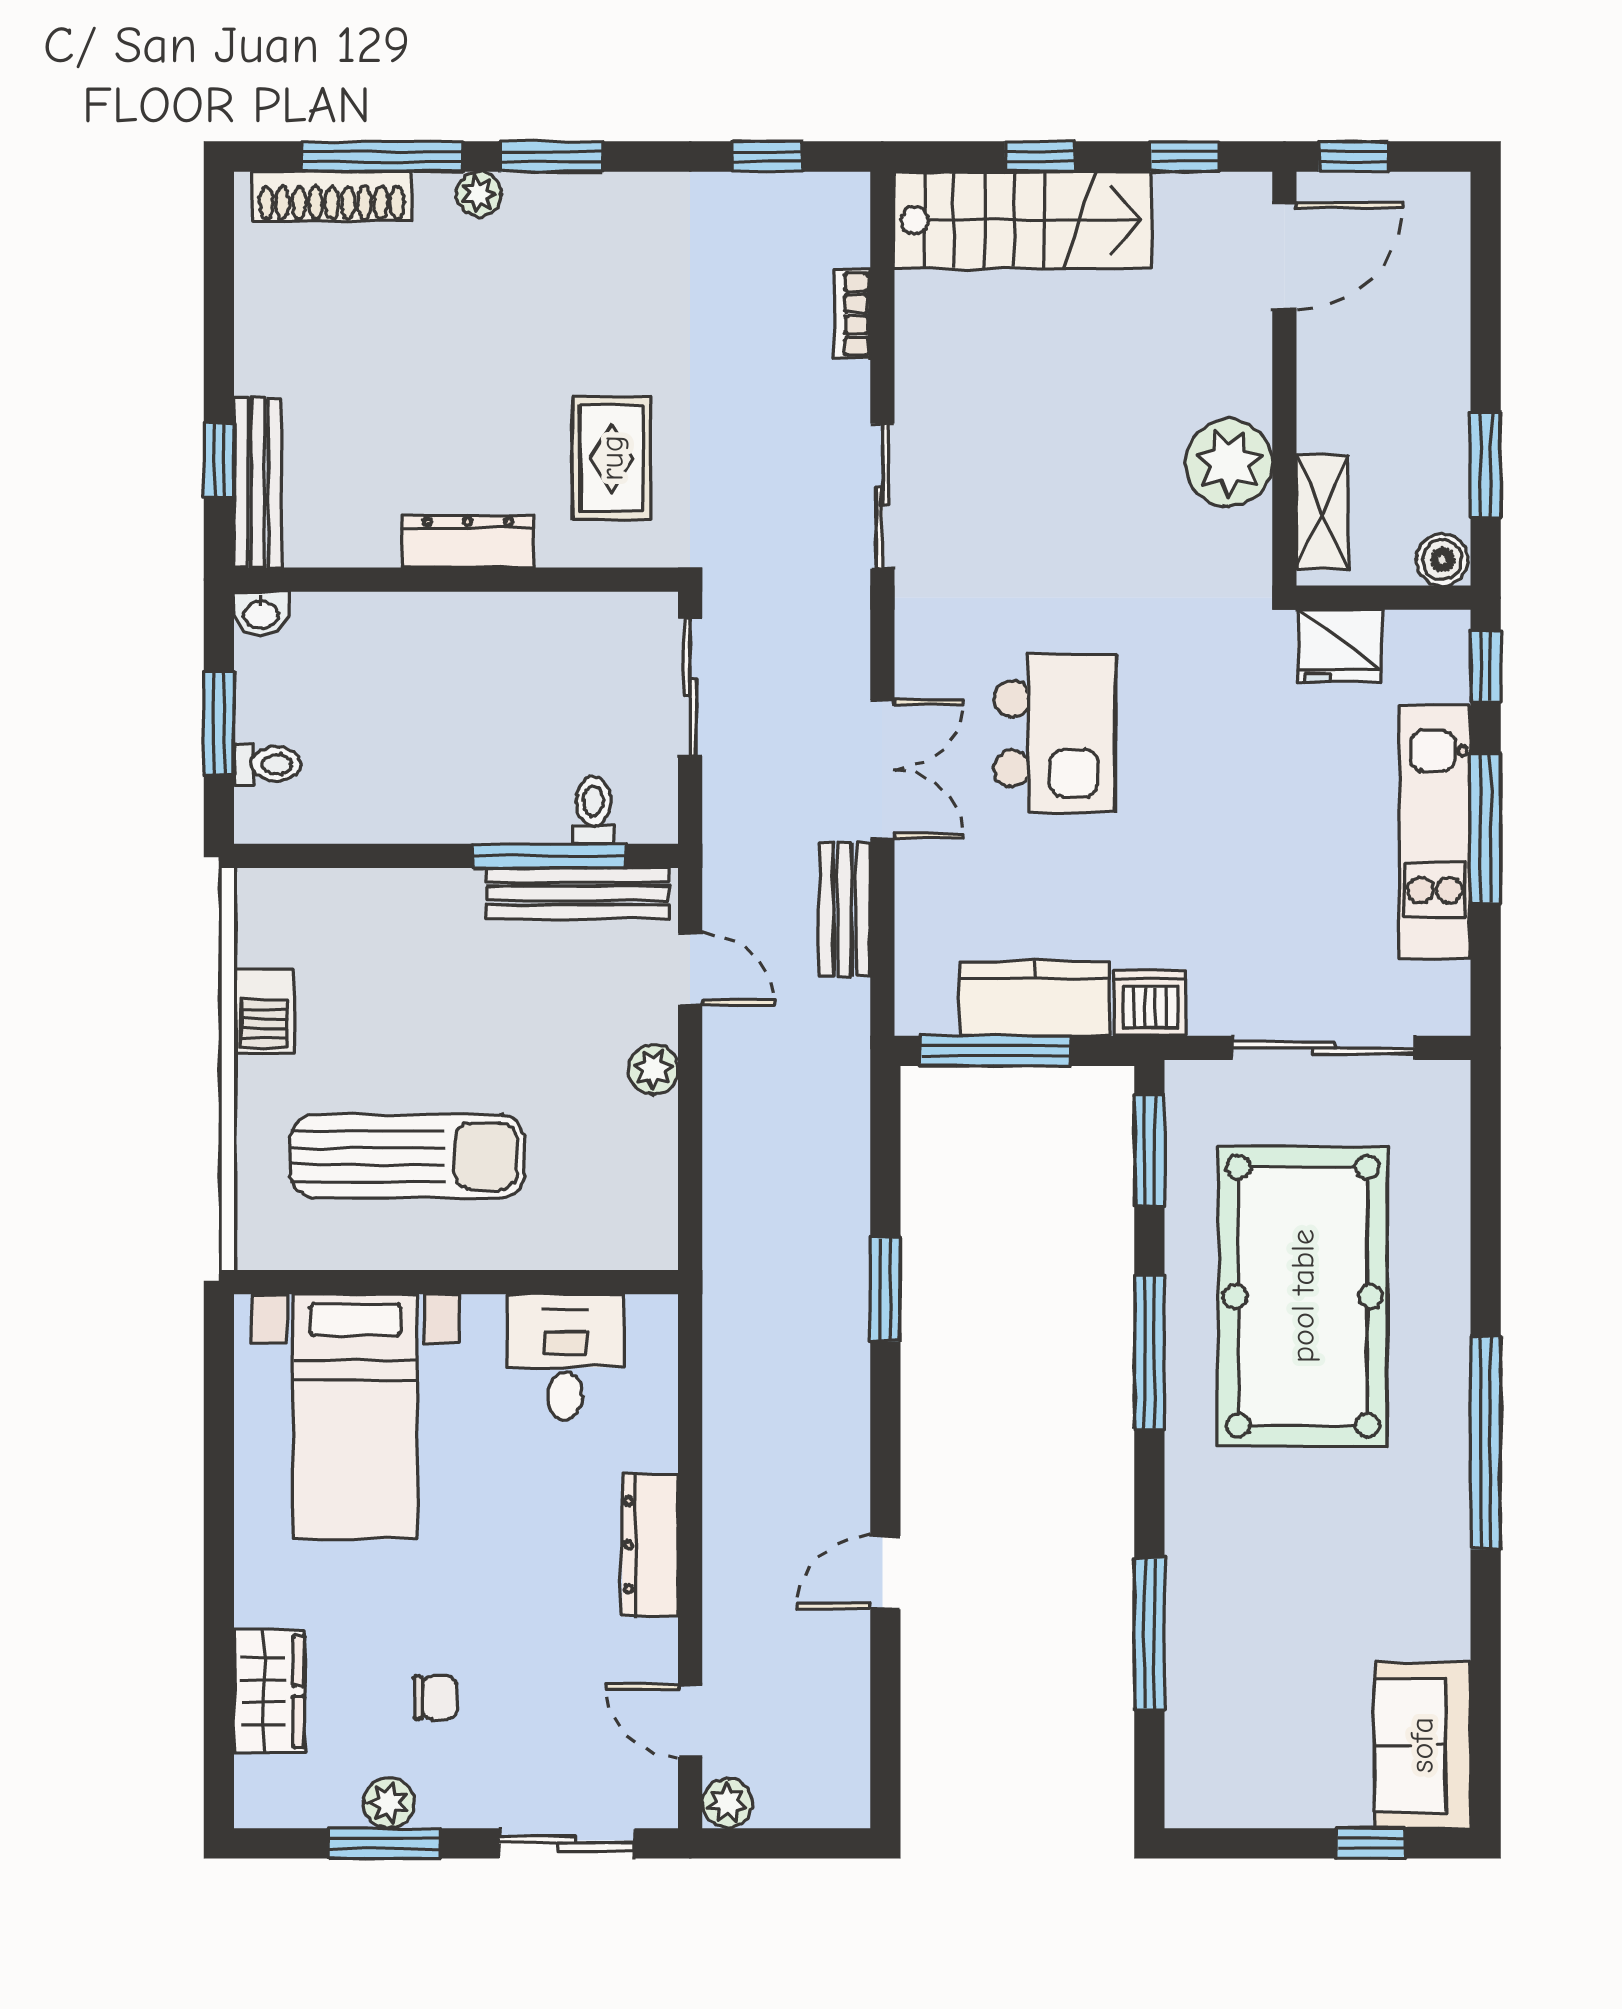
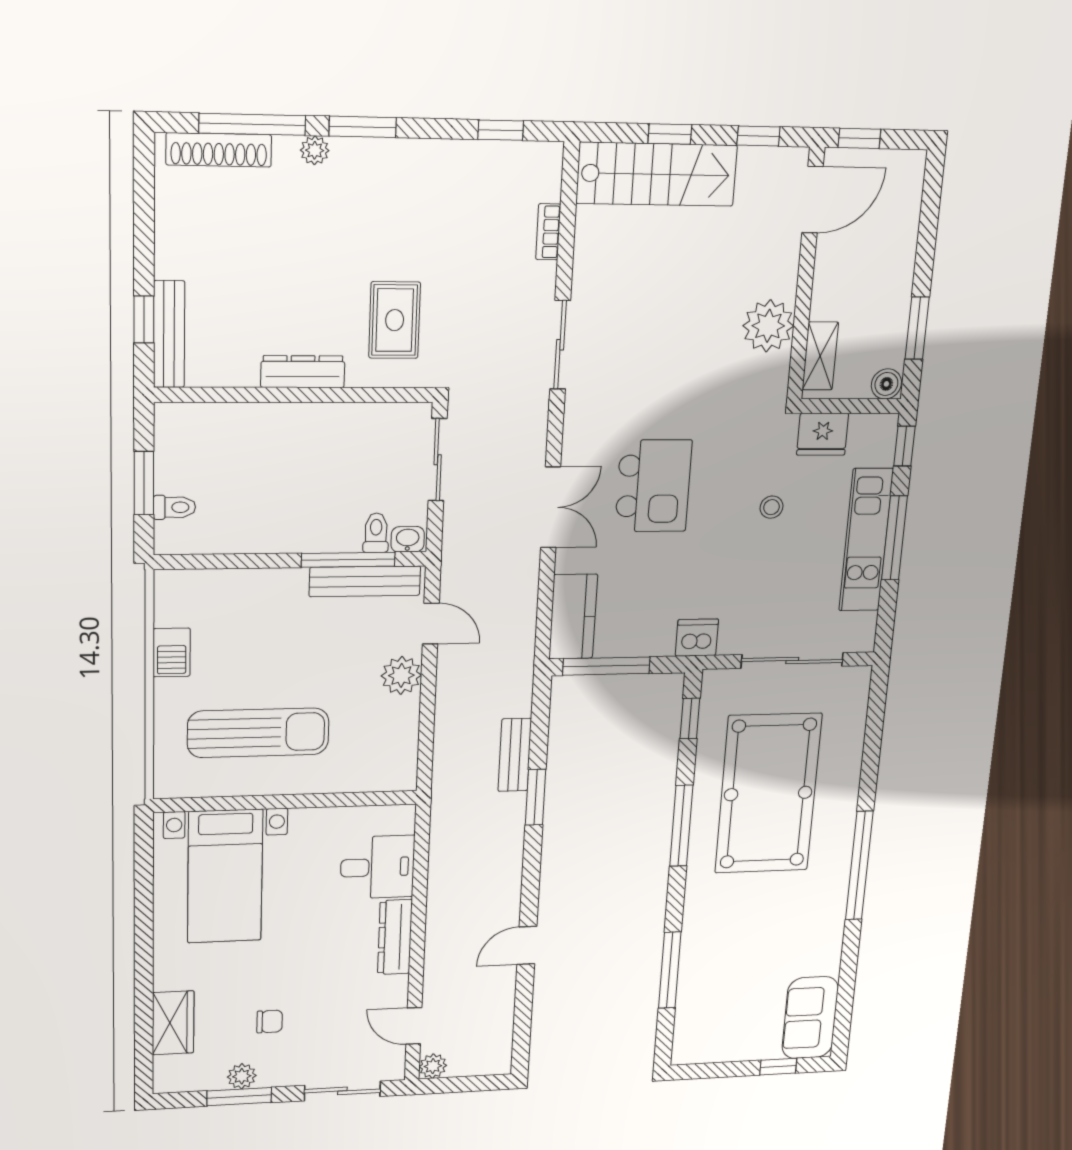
washbasin: (261, 614) -> (408, 539), moved, turned 180
stool: (1262, 772) -> (771, 507), added
bench: (845, 910) -> (515, 755), moved
kitchen counter: (1035, 998) -> (573, 617), moved, turned 90
plant: (653, 1069) -> (401, 675), width x1.38, depth x1.38
window: (1149, 1151) -> (690, 719), width x0.67
desk: (565, 1357) -> (377, 867), moved, turned 90

